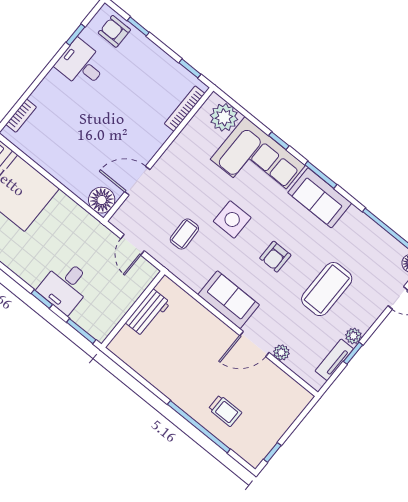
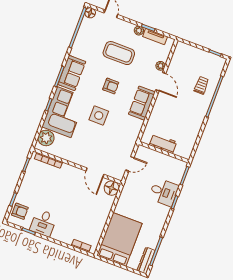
armchair: (114, 31) -> (20, 211), turned -90
coffee table: (184, 234) -> (115, 138), removed

